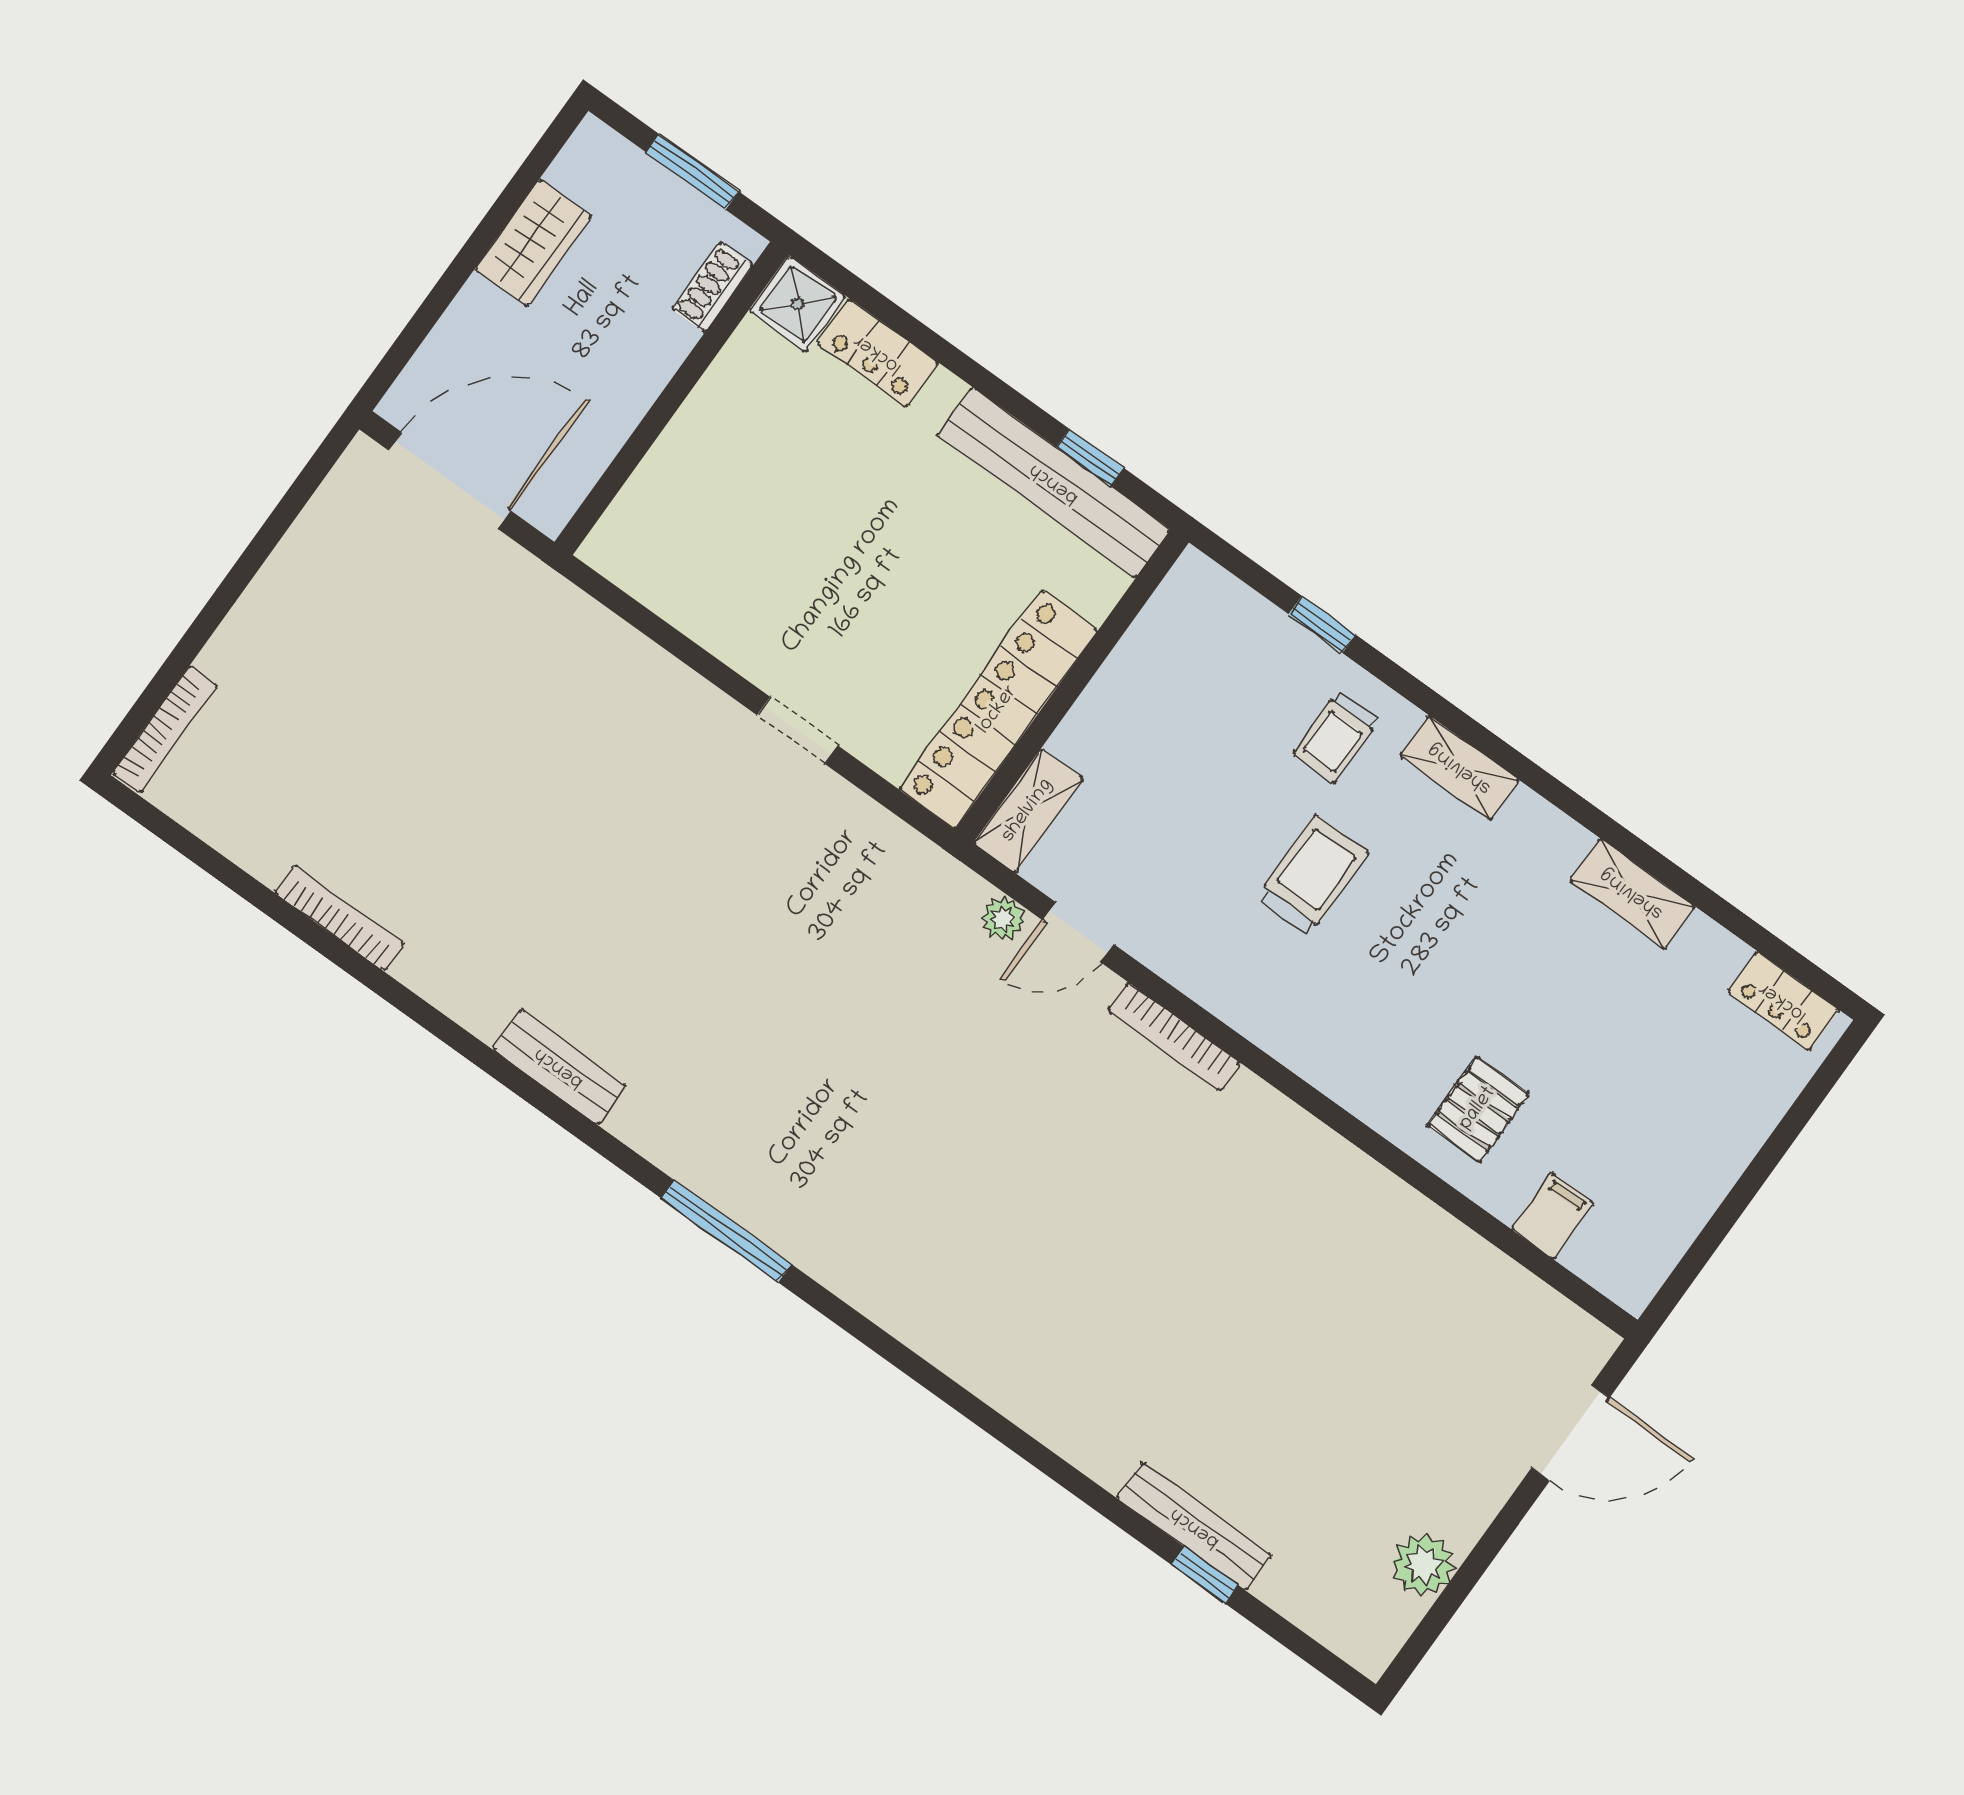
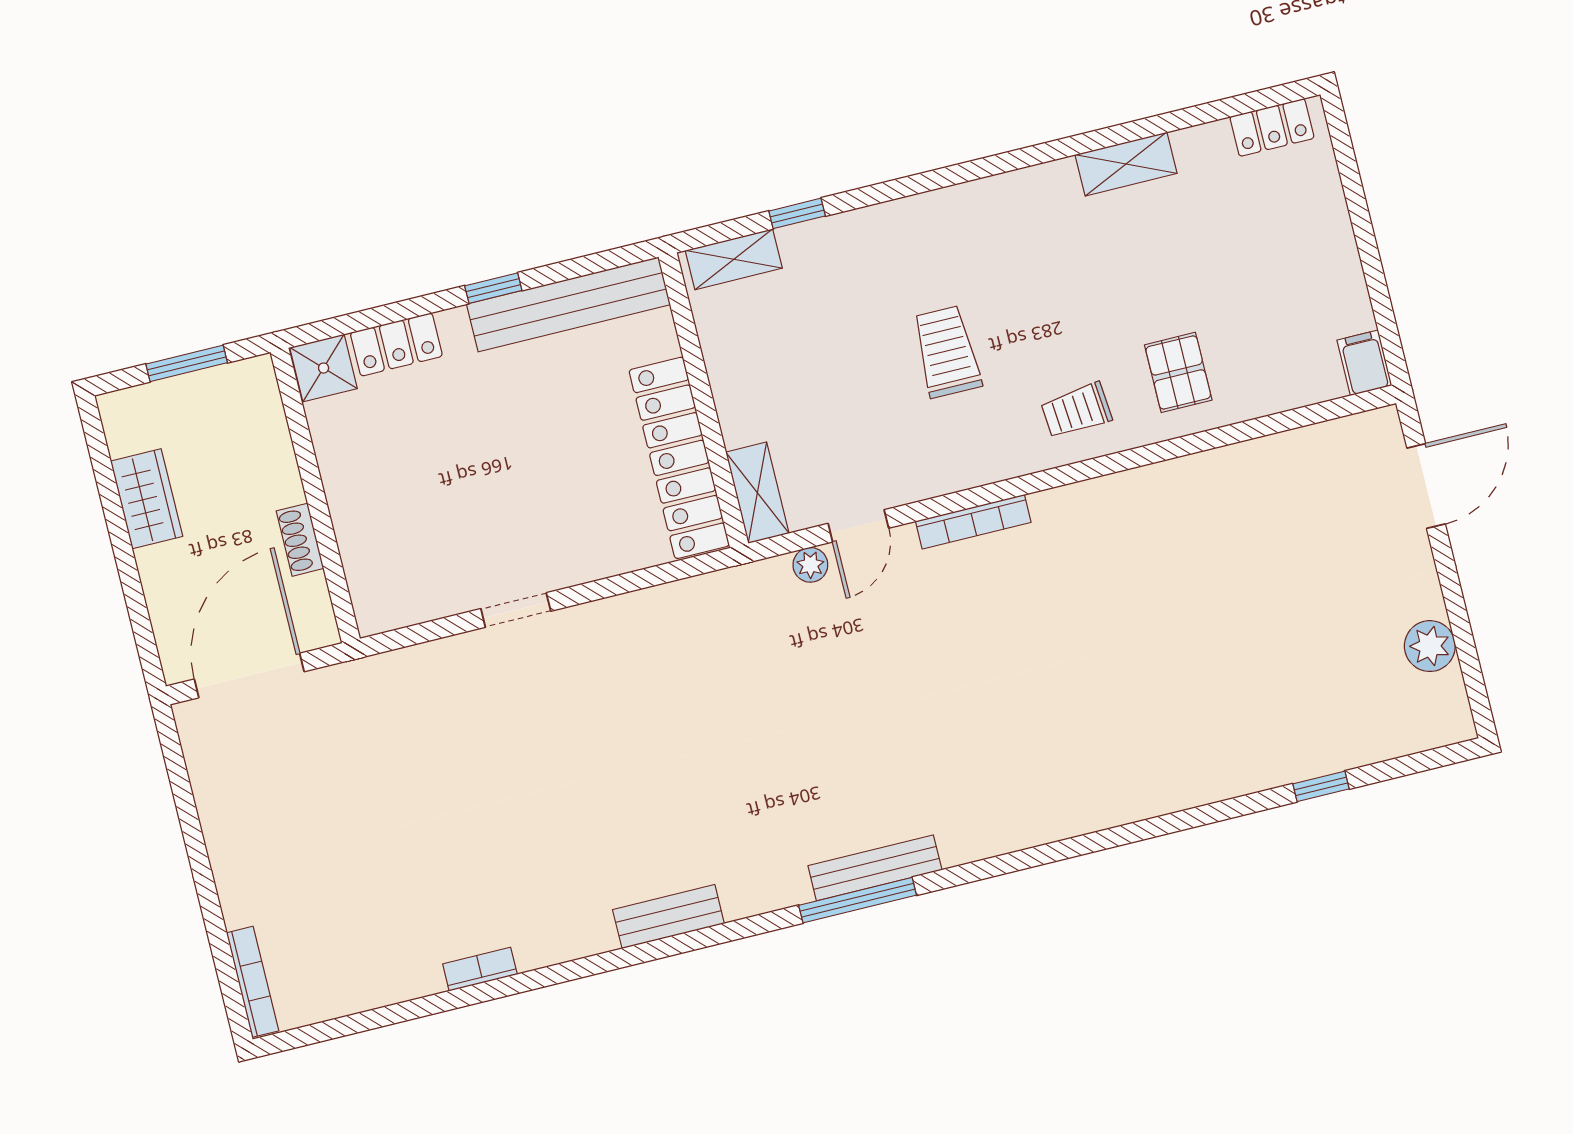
shoe rack: (713, 287) -> (300, 540), moved
window: (1090, 458) -> (493, 288), moved
doorway: (798, 731) -> (516, 610), moved
trolley: (1336, 737) -> (1076, 410), moved, turned 85
shelving: (1460, 768) -> (734, 259), moved
bookcase: (339, 918) -> (480, 969), width x0.64
filing cabinet: (1553, 1216) -> (1364, 363), moved
bench: (1195, 1527) -> (875, 868), moved

